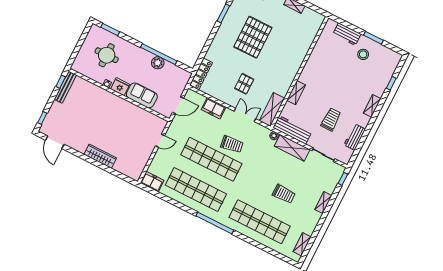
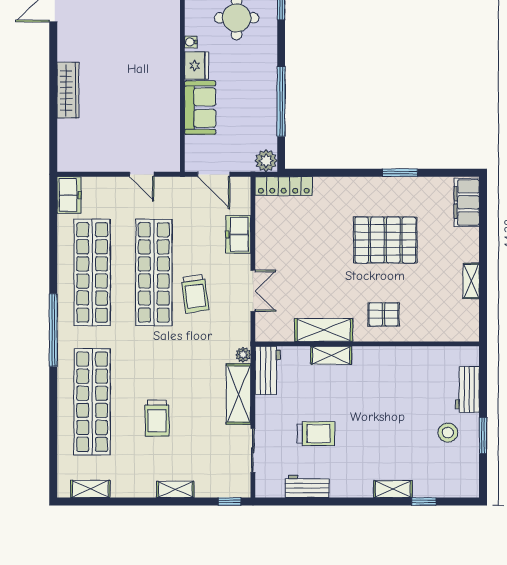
plant: (158, 63) -> (266, 161), moved
pallet: (244, 84) -> (384, 314), moved
shelving: (372, 106) -> (393, 489), moved
shelving: (272, 109) -> (324, 330), moved
workbench: (292, 130) -> (268, 370), width x0.73

